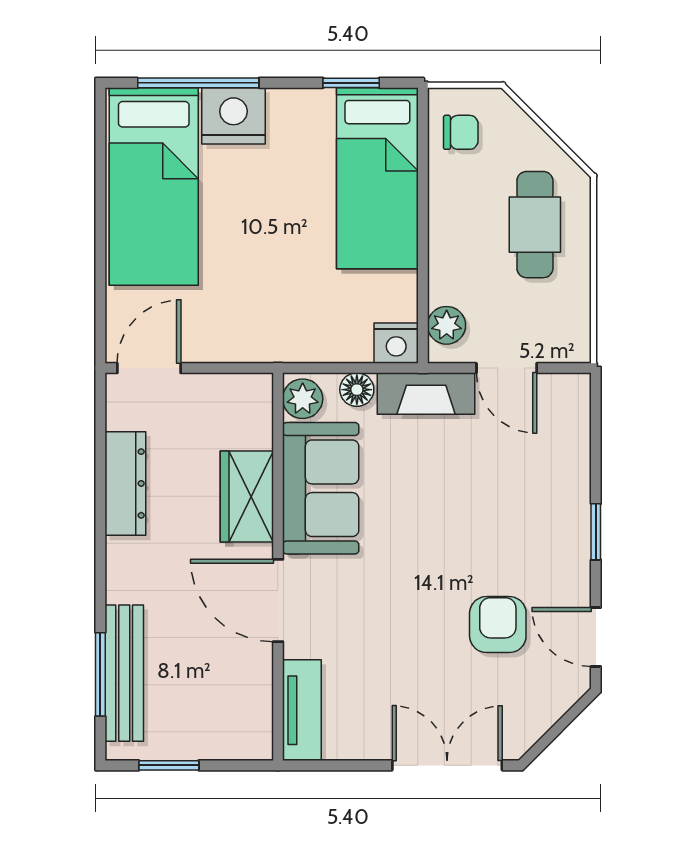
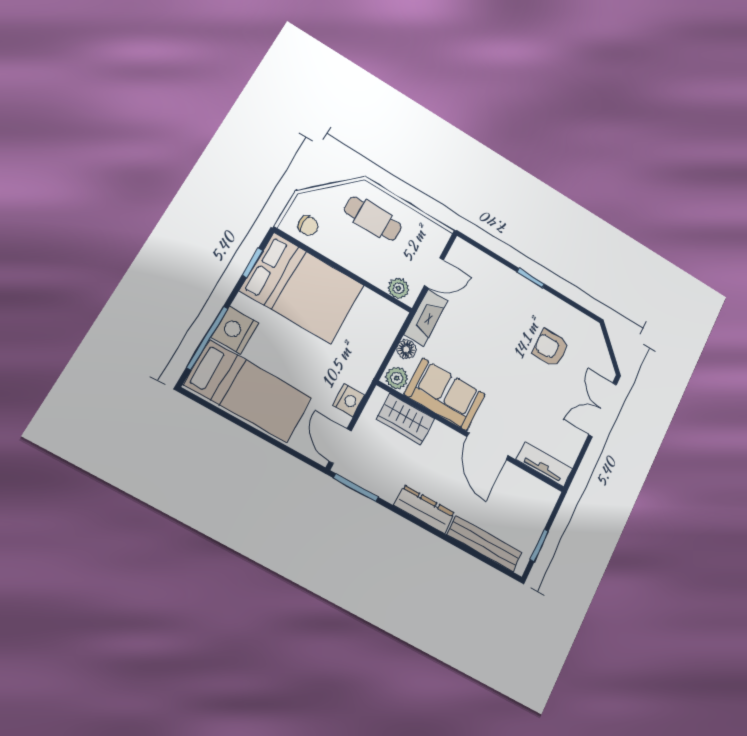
chair: (461, 132) -> (308, 226), turned 90
bed: (377, 178) -> (302, 288), width x1.50
nightstand: (396, 343) -> (349, 400), moved
dresser: (125, 483) -> (424, 509), moved
wardrobe: (247, 496) -> (405, 419), moved
door: (278, 600) -> (488, 446), hinge flipped
door: (596, 637) -> (578, 307), removed
window: (100, 674) -> (356, 488), moved

